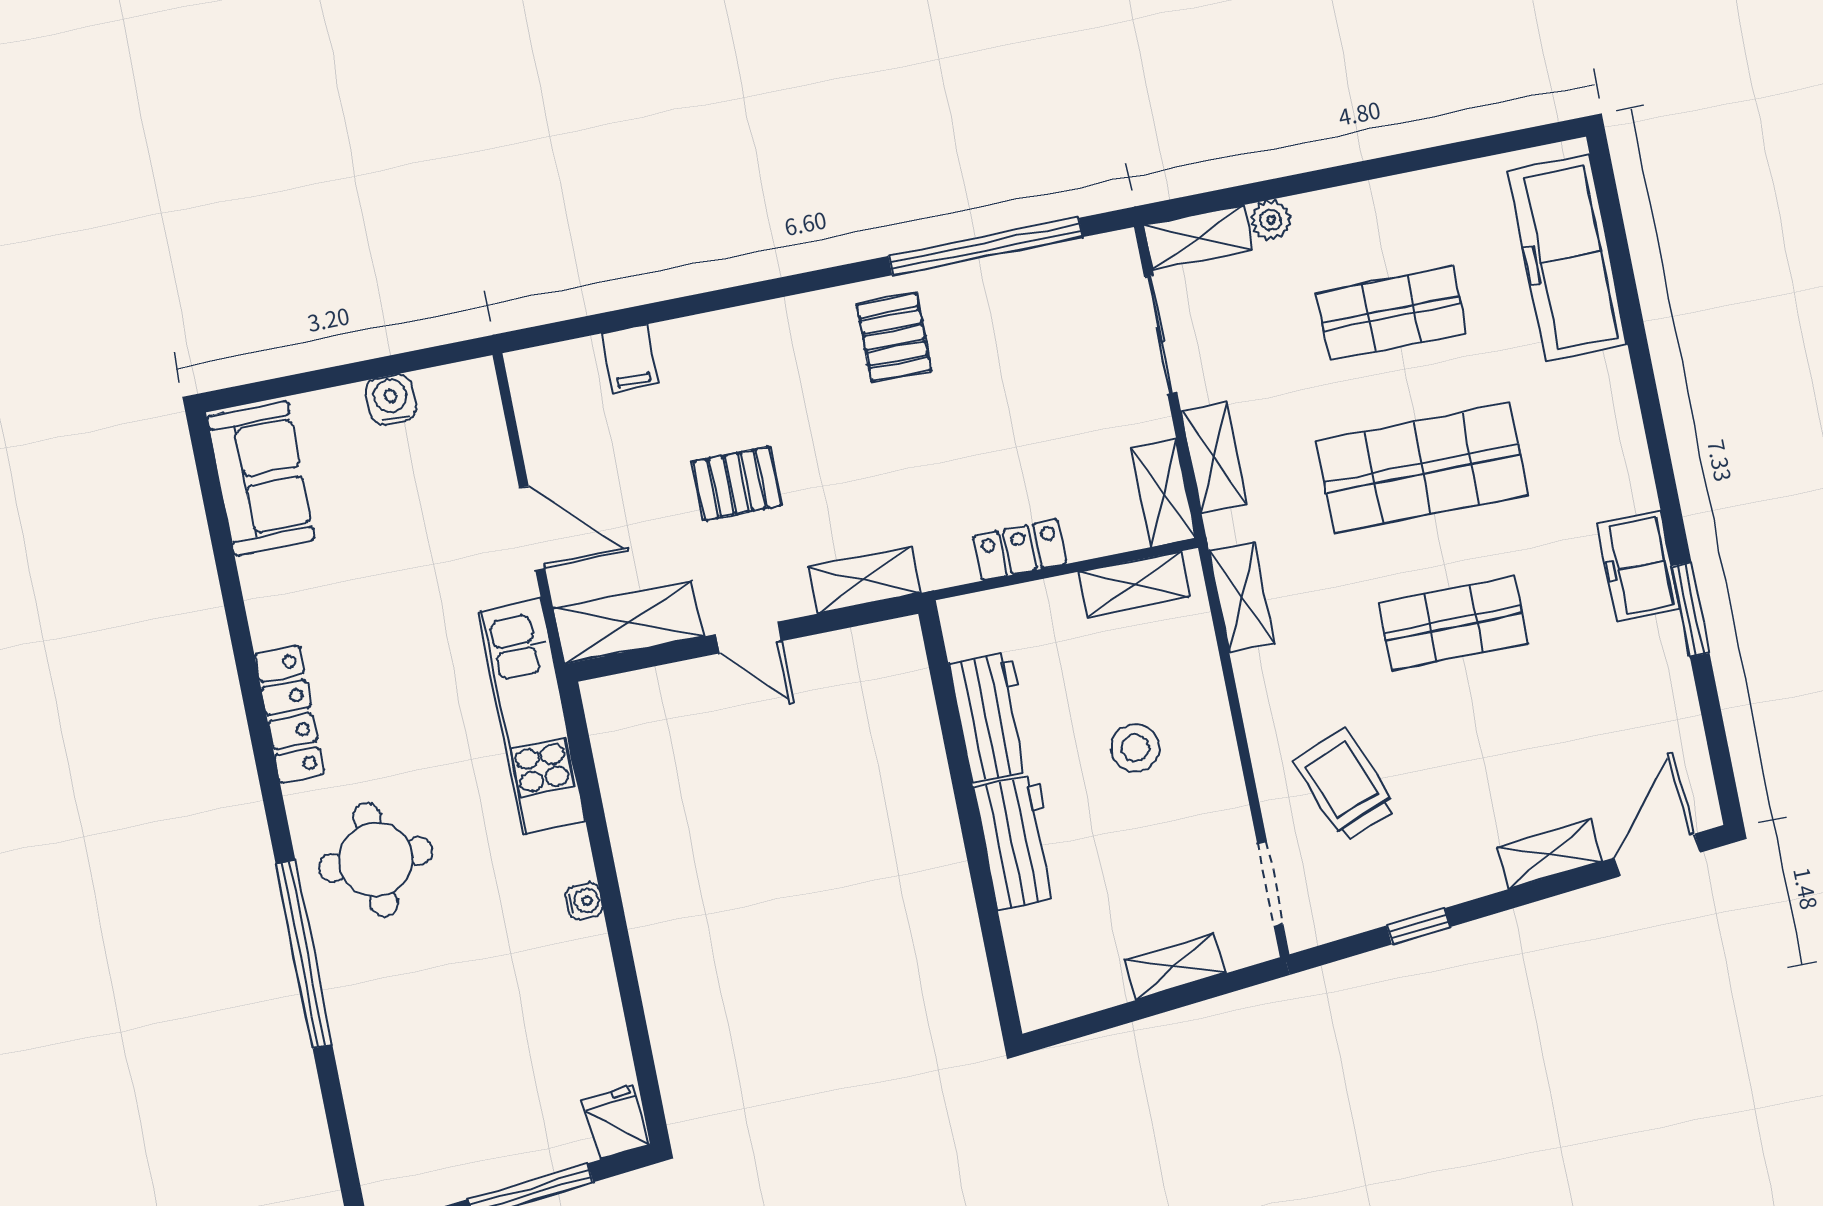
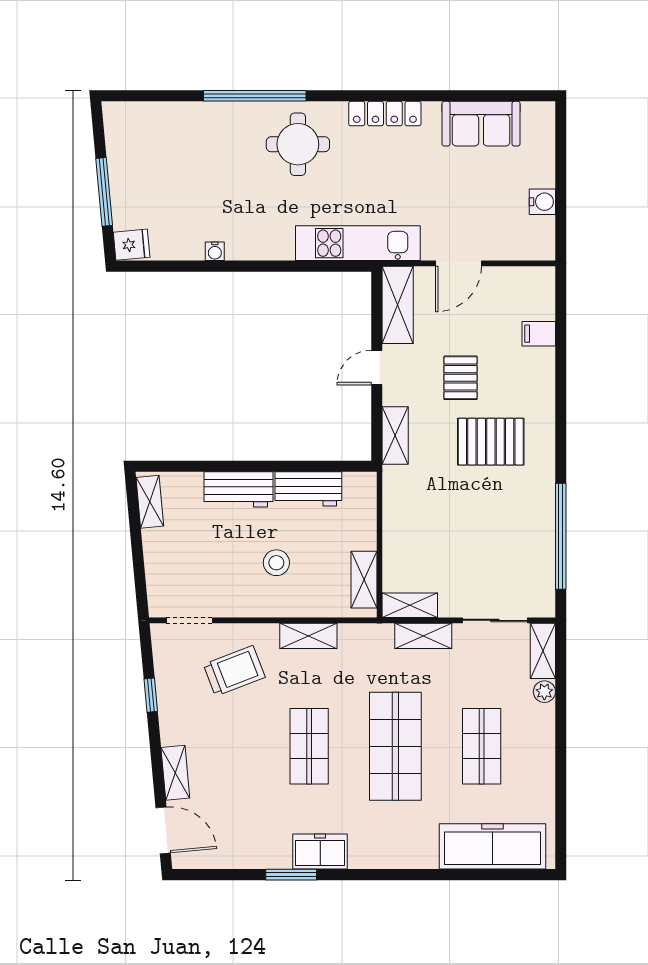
pallet: (894, 337) -> (491, 442), moved, width x1.50, depth x1.42
sofa: (261, 478) -> (481, 124), moved
locker: (1020, 550) -> (395, 522), removed
shelving: (1242, 597) -> (308, 636), moved
water cooler: (584, 901) -> (215, 251), moved
shelving: (1175, 966) -> (150, 502), moved

